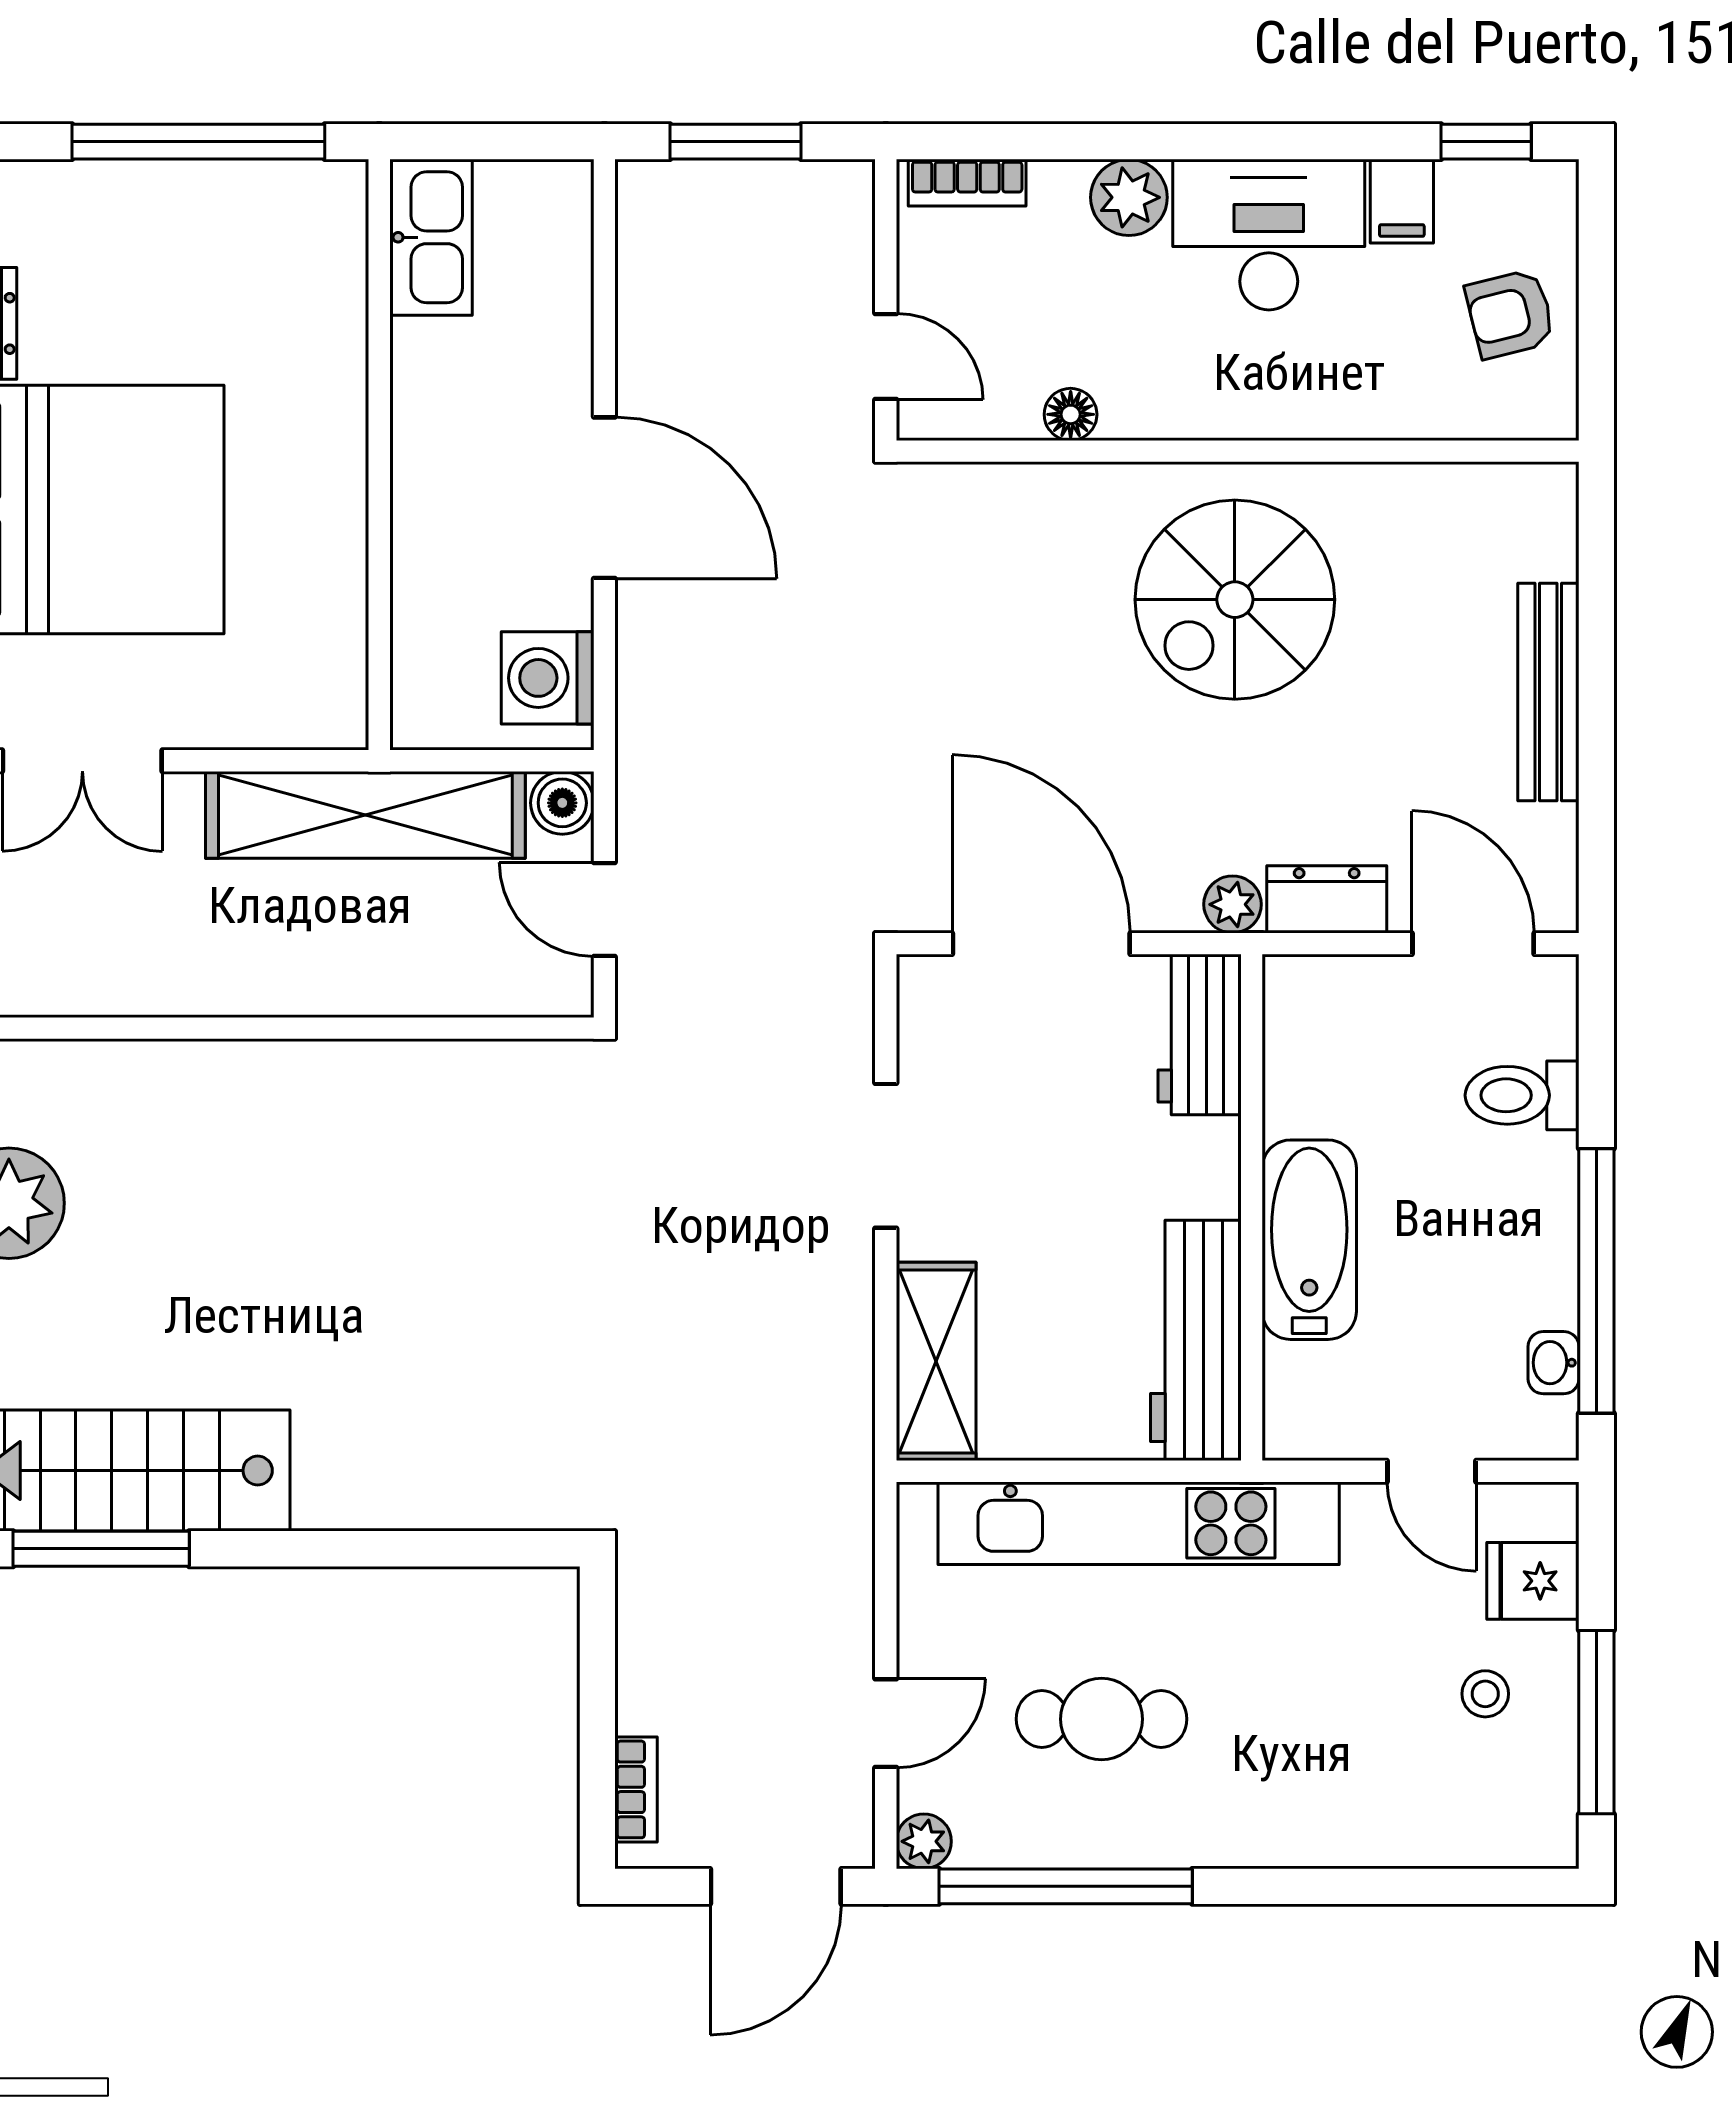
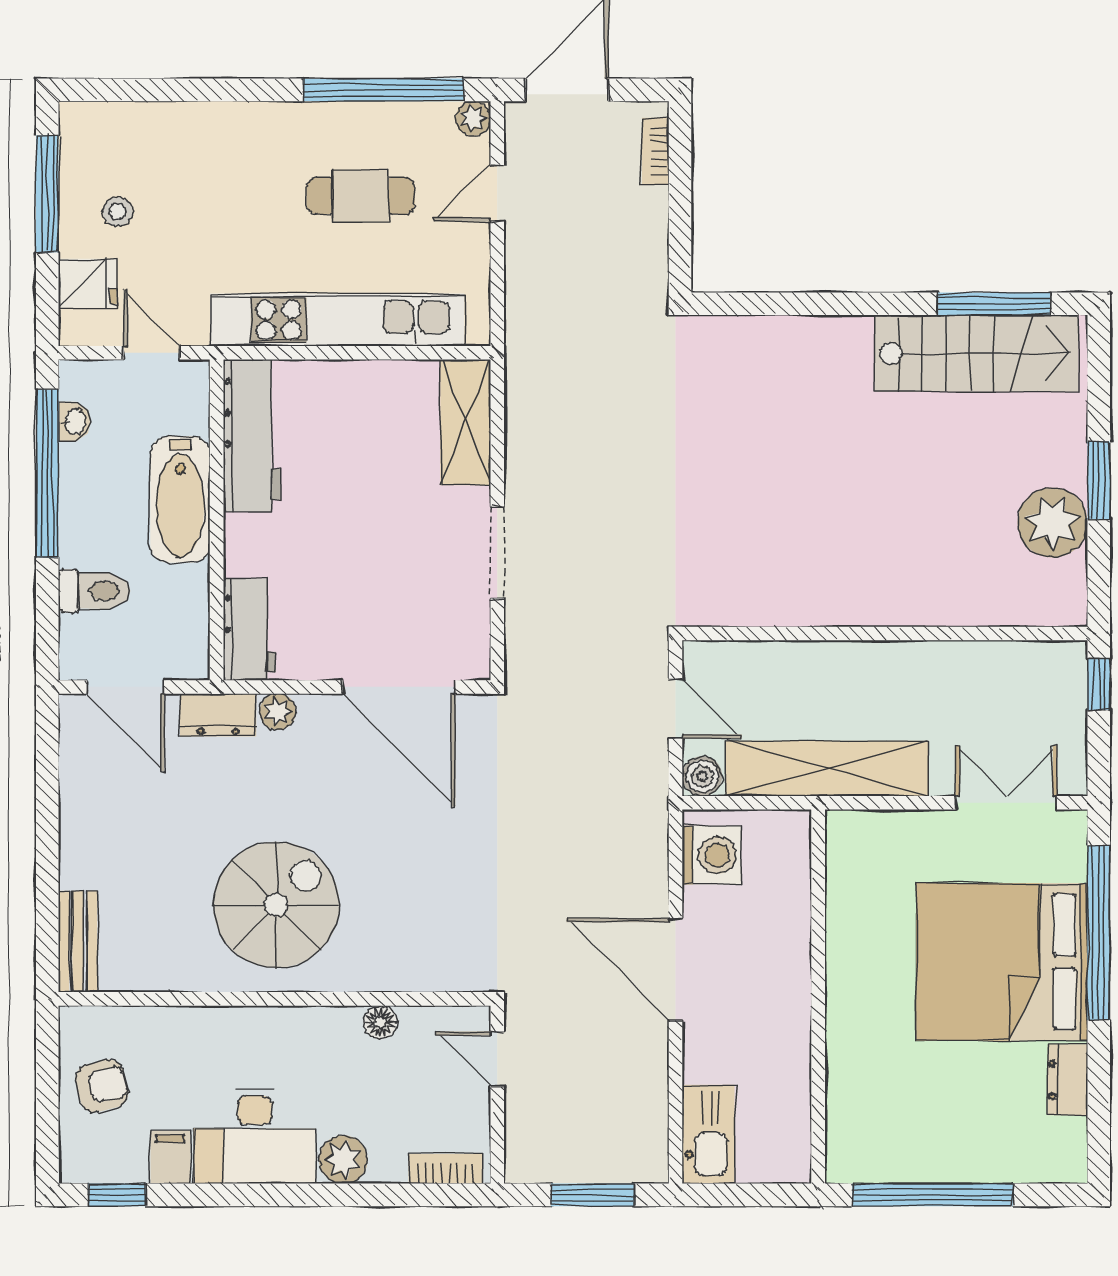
kitchen sink: (431, 237) -> (708, 1134), moved, turned 180
bench: (1548, 692) -> (78, 942), moved, width x0.73
workbench: (1200, 1035) -> (250, 629), moved
wall: (1252, 1207) -> (217, 520), moved
bathtub: (1309, 1240) -> (180, 499), moved
workbench: (1196, 1340) -> (252, 436), moved

